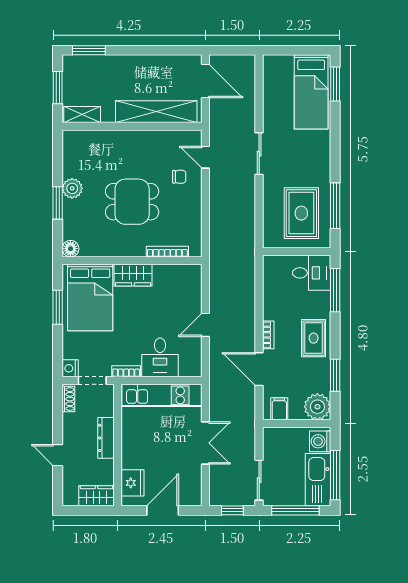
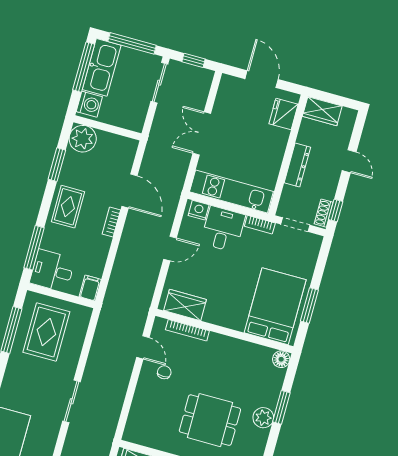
door: (205, 157) -> (143, 347), moved
chair: (179, 177) -> (164, 372), moved, turned 90
dining table: (132, 202) -> (210, 420), moved
wardrobe: (133, 275) -> (185, 305), moved
nightstand: (70, 368) -> (199, 210), moved, turned -90
window: (58, 405) -> (336, 210), added
filing cabinet: (279, 409) -> (90, 288), moved, turned 180
door: (163, 510) -> (262, 79), swing flipped

